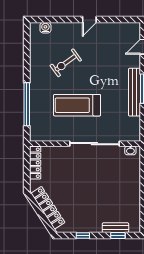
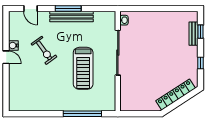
water cooler: (45, 28) -> (13, 45), moved
exercise bike: (66, 63) -> (44, 50), moved
locker: (35, 163) -> (135, 106), removed

